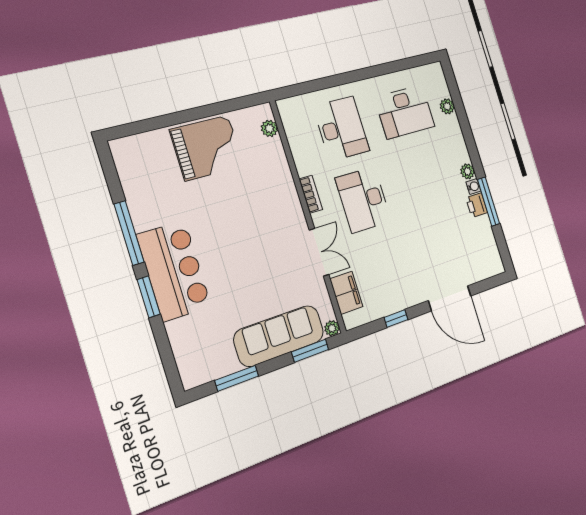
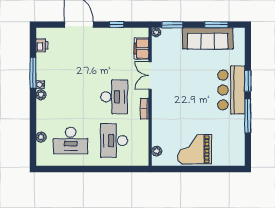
desk: (405, 112) -> (71, 141), turned 180
printer: (477, 205) -> (42, 45), moved
sofa: (279, 336) -> (208, 38), moved

